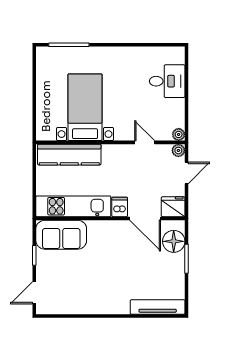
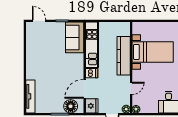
kitchen counter: (69, 155) -> (124, 56), moved

